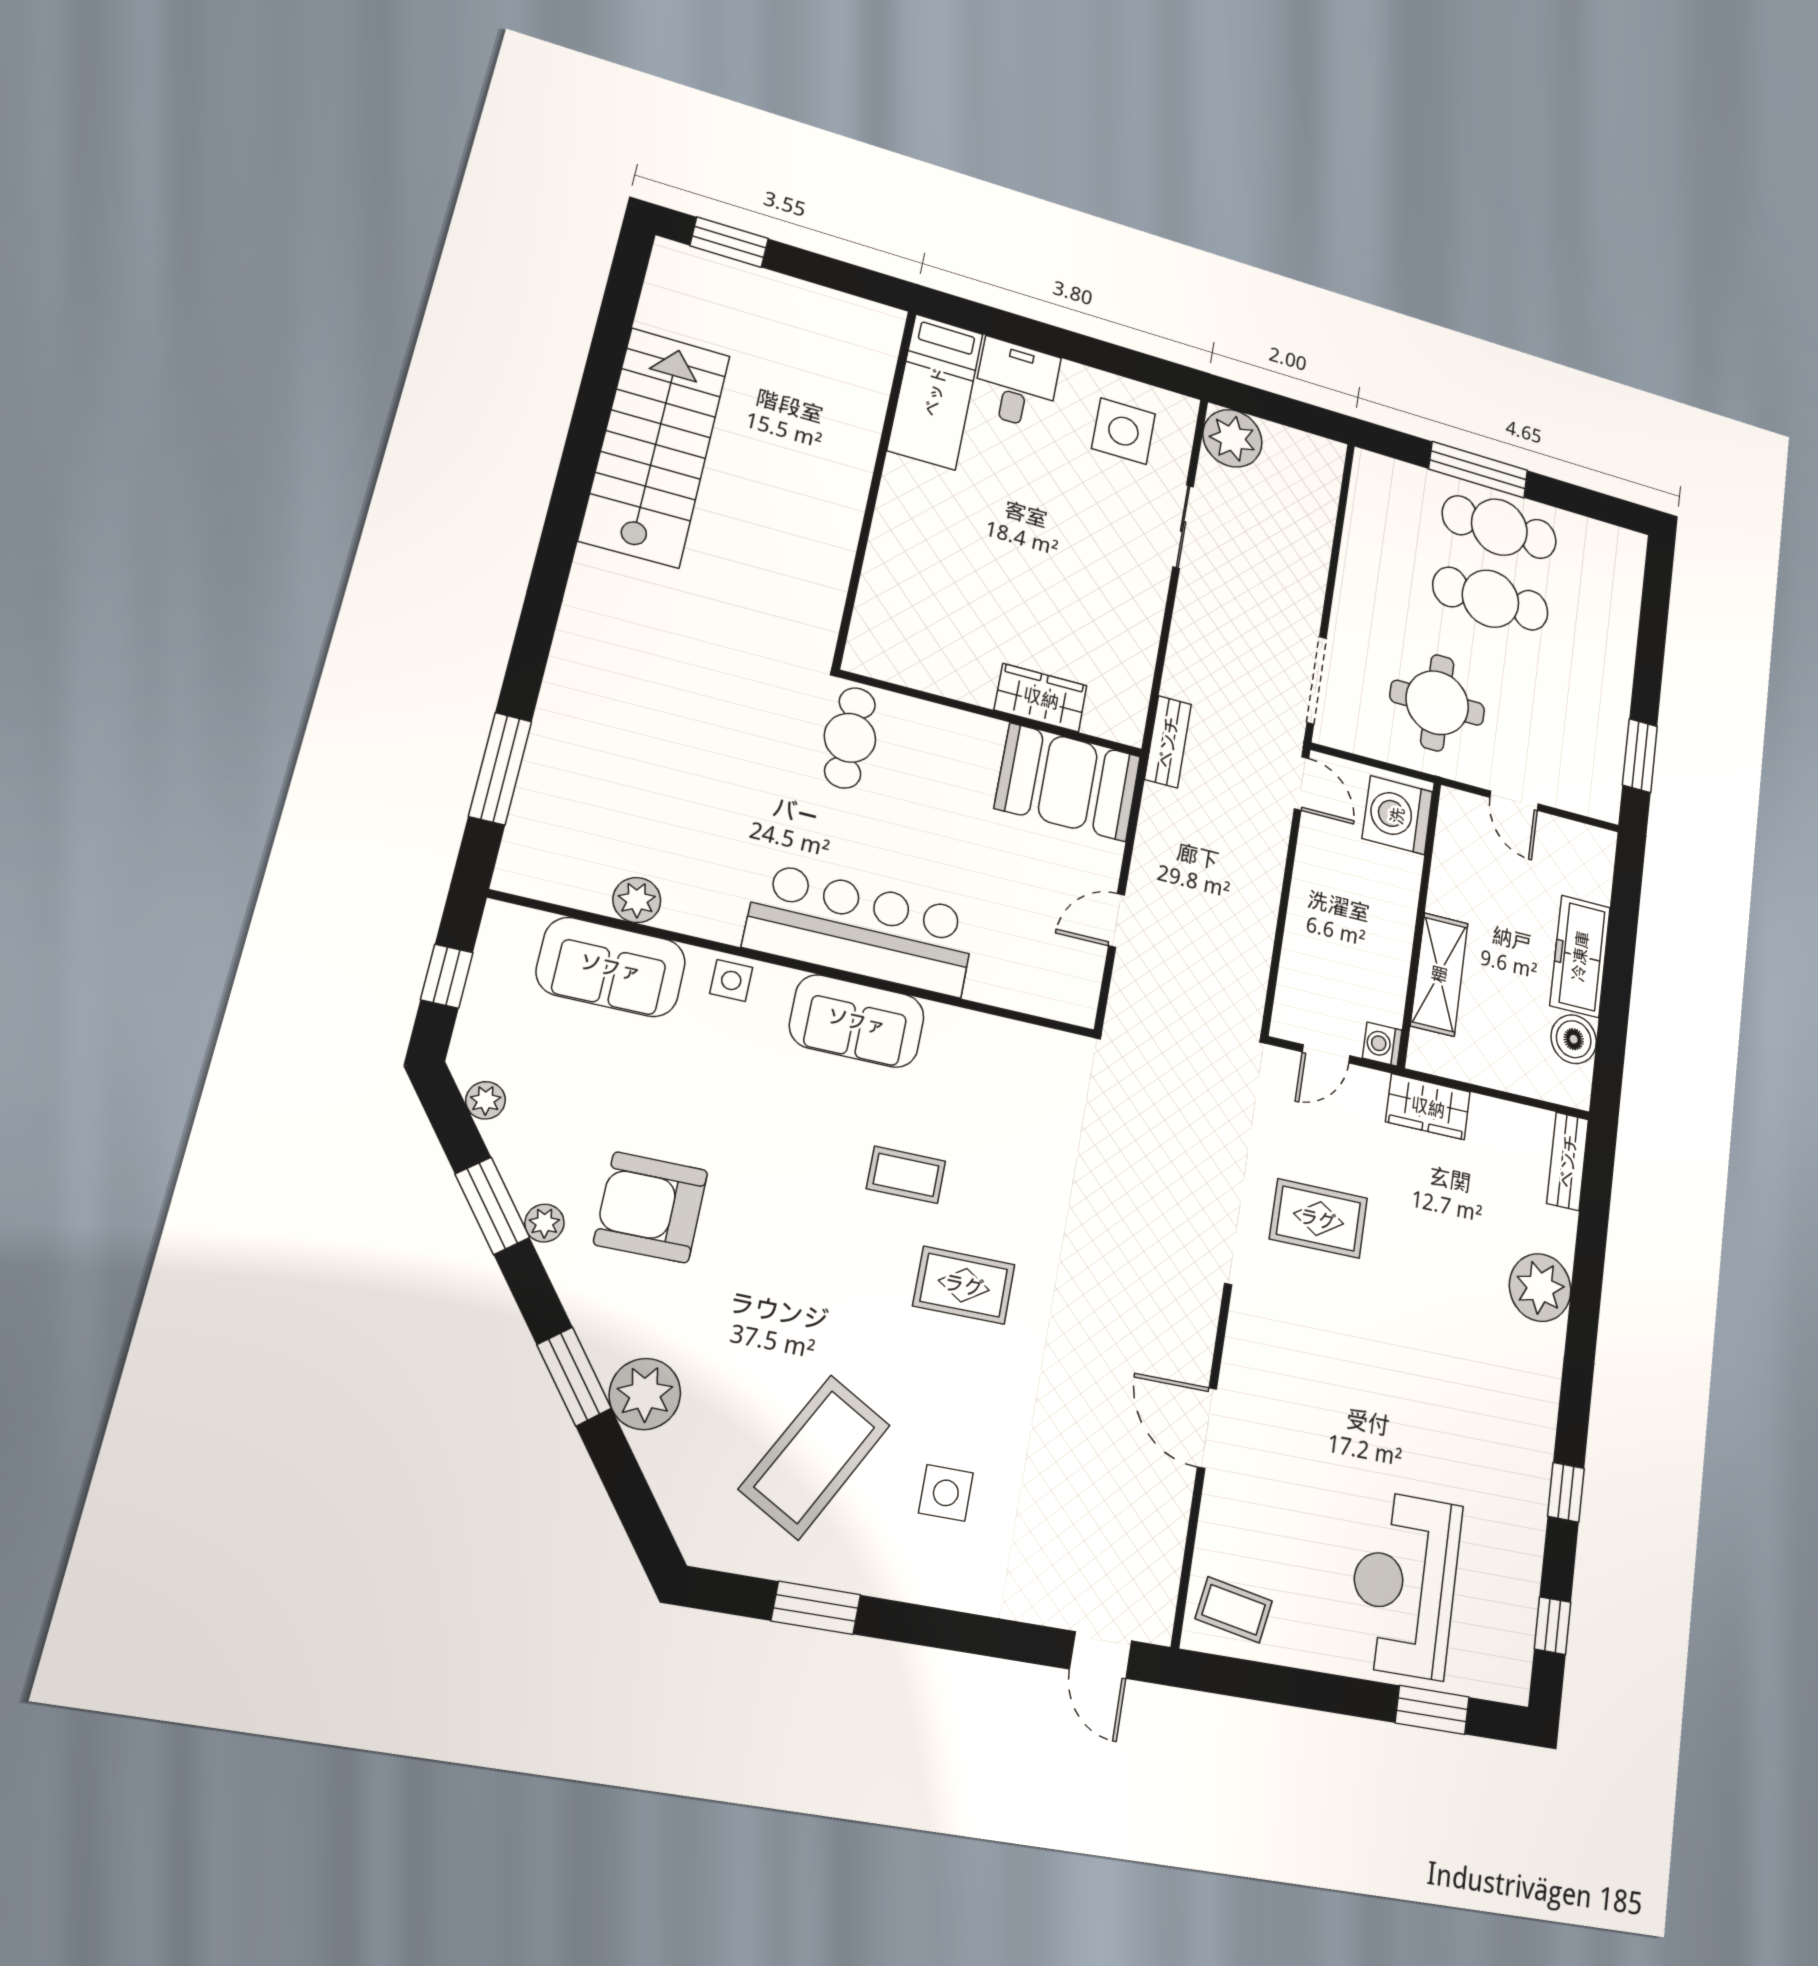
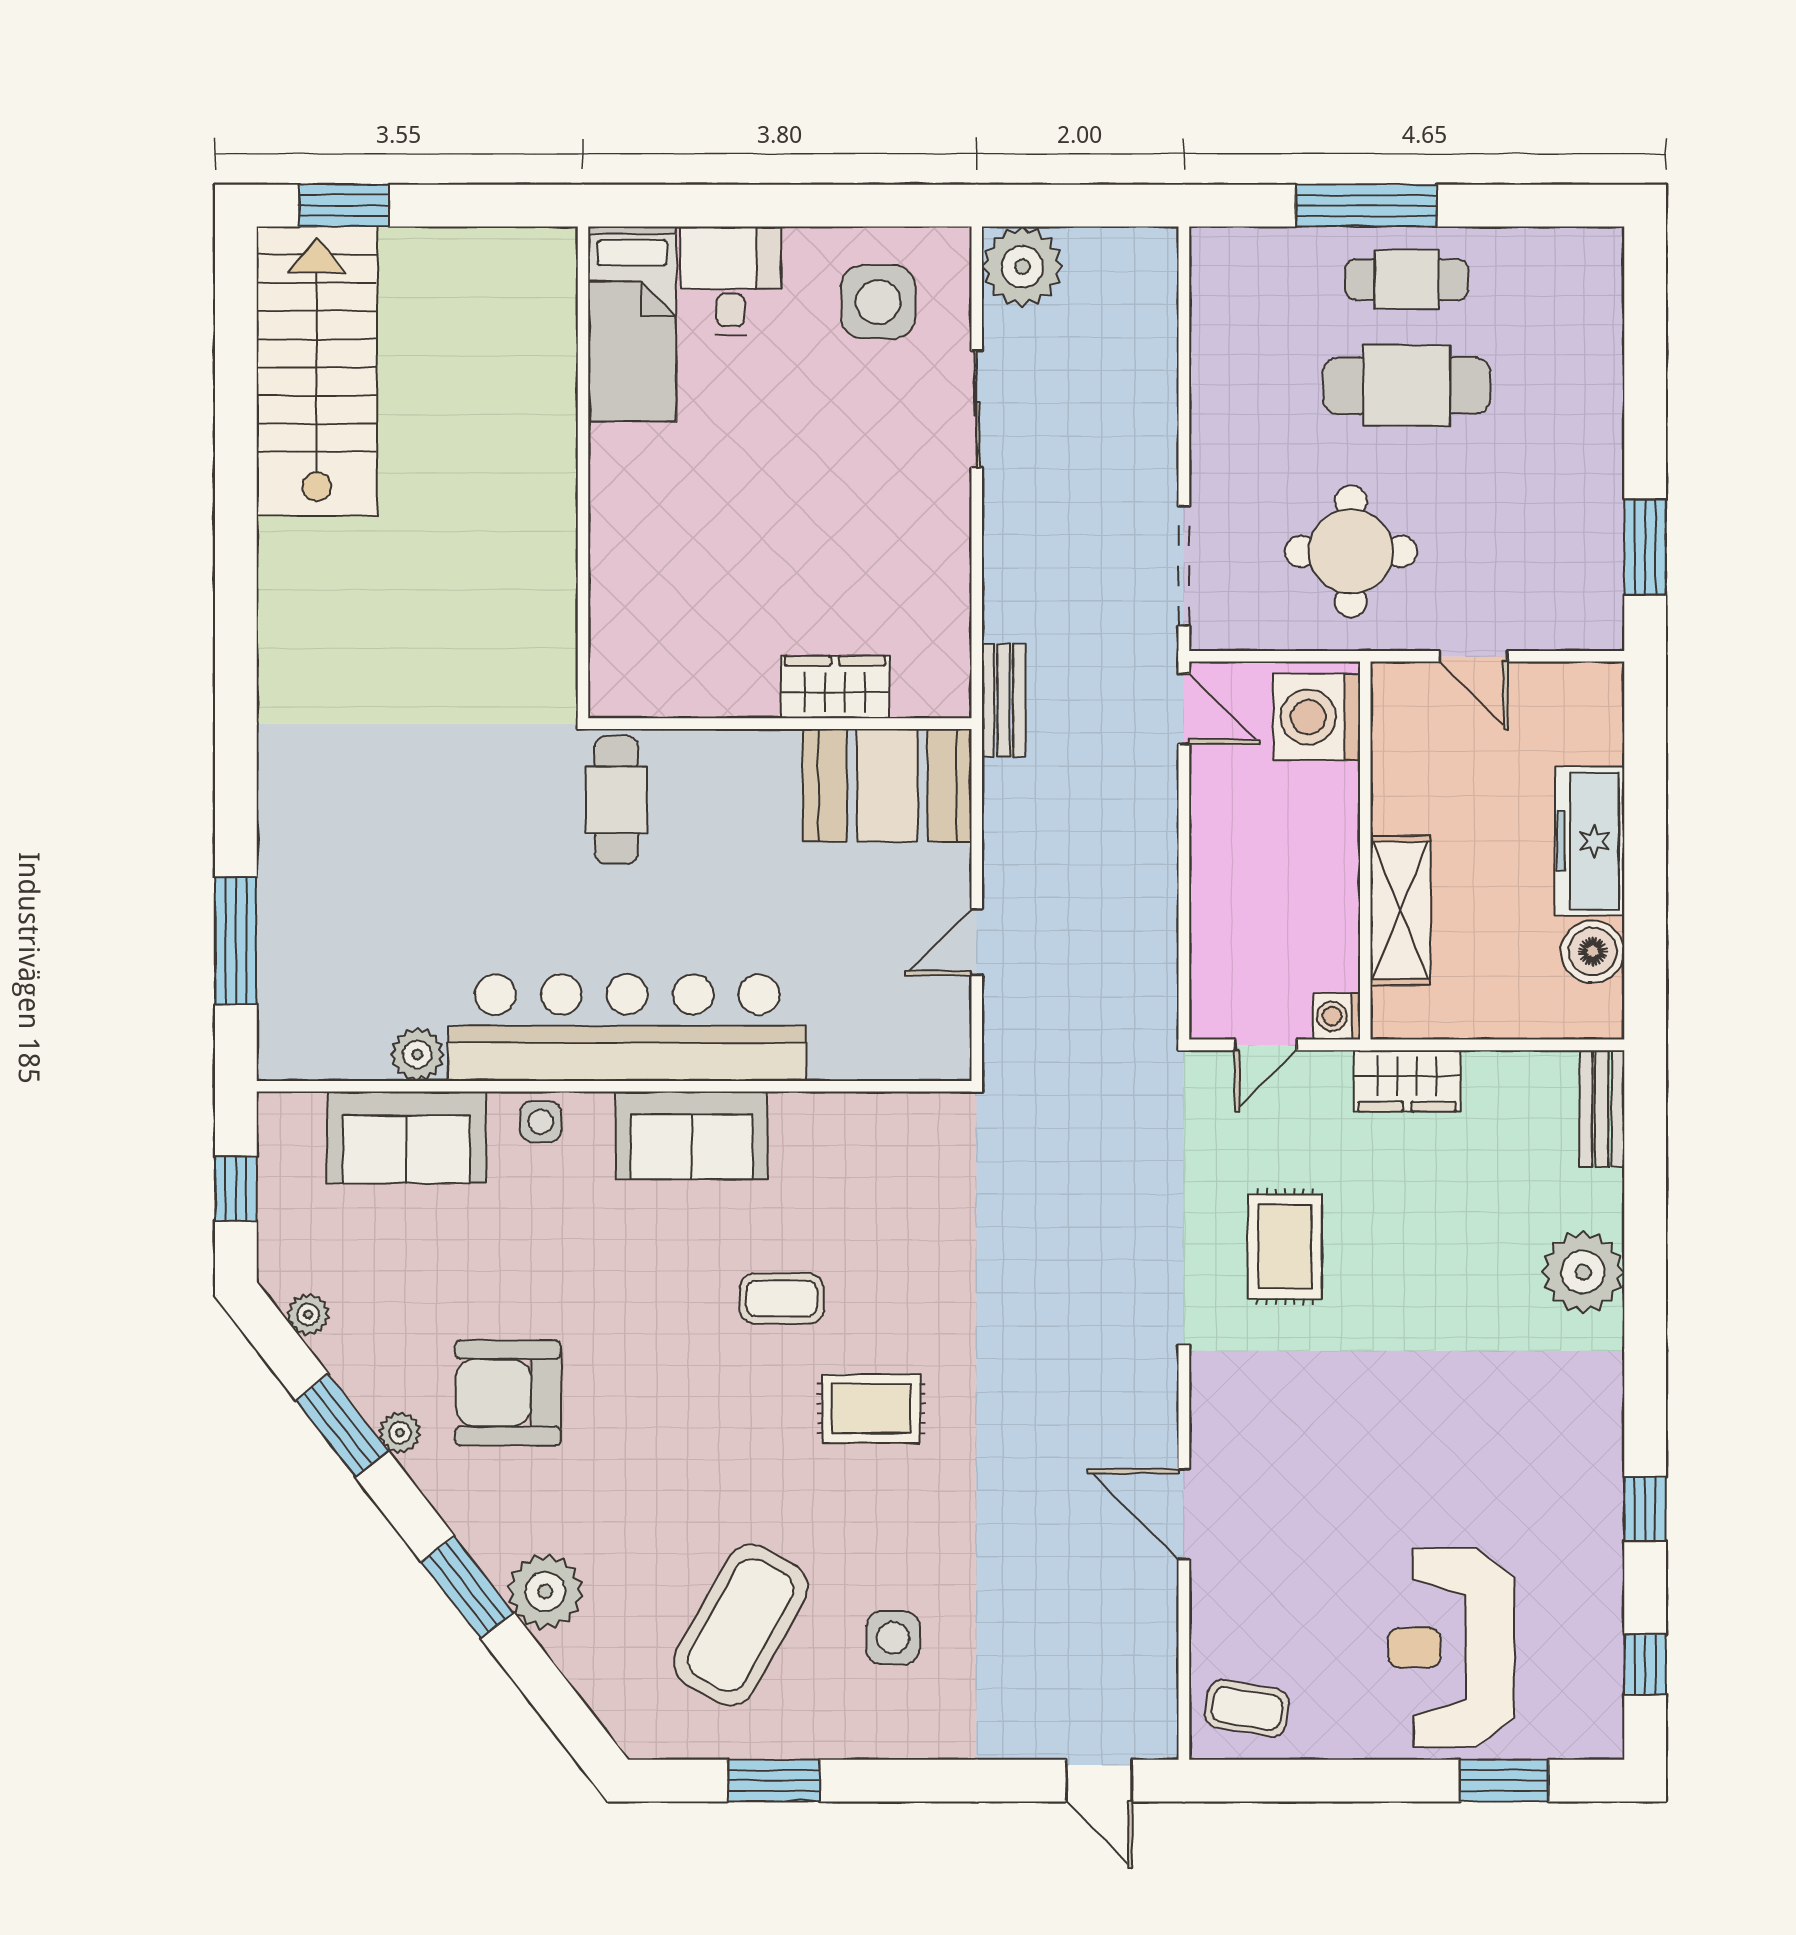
stairs: (655, 447) -> (317, 371), moved
cafe table: (1499, 527) -> (1407, 280), width x0.73, depth x0.74
bar counter: (861, 930) -> (627, 1028), width x1.36
rug: (1318, 1219) -> (1285, 1247), turned 90

